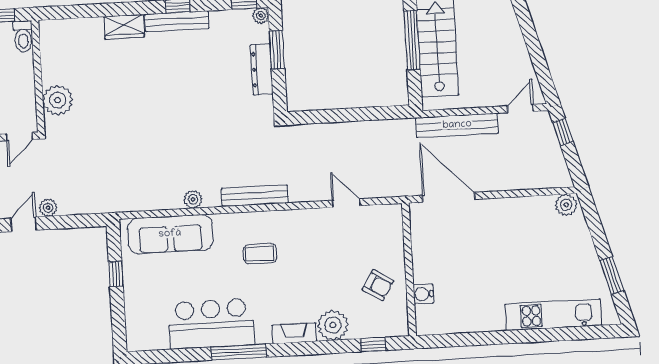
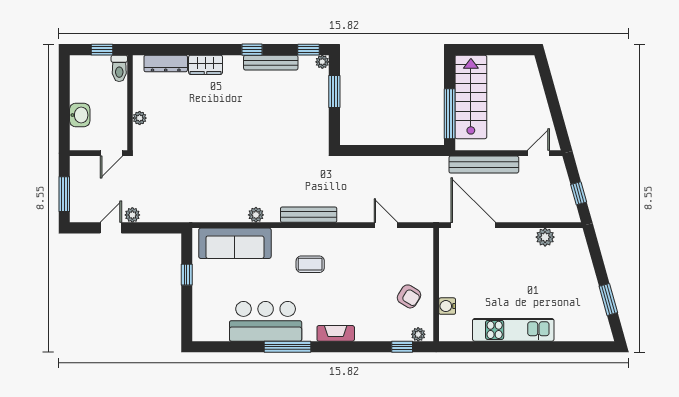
bench: (177, 21) -> (271, 63), moved
window: (412, 40) -> (450, 114), moved
dresser: (262, 69) -> (166, 63), moved, turned -90
plant: (58, 100) -> (140, 118), width x0.53, depth x0.53
window: (563, 132) -> (579, 193), moved
plant: (566, 205) -> (545, 237), moved
kitchen unit: (553, 315) -> (513, 330), moved
plant: (333, 325) -> (418, 334), moved, width x0.53, depth x0.53

